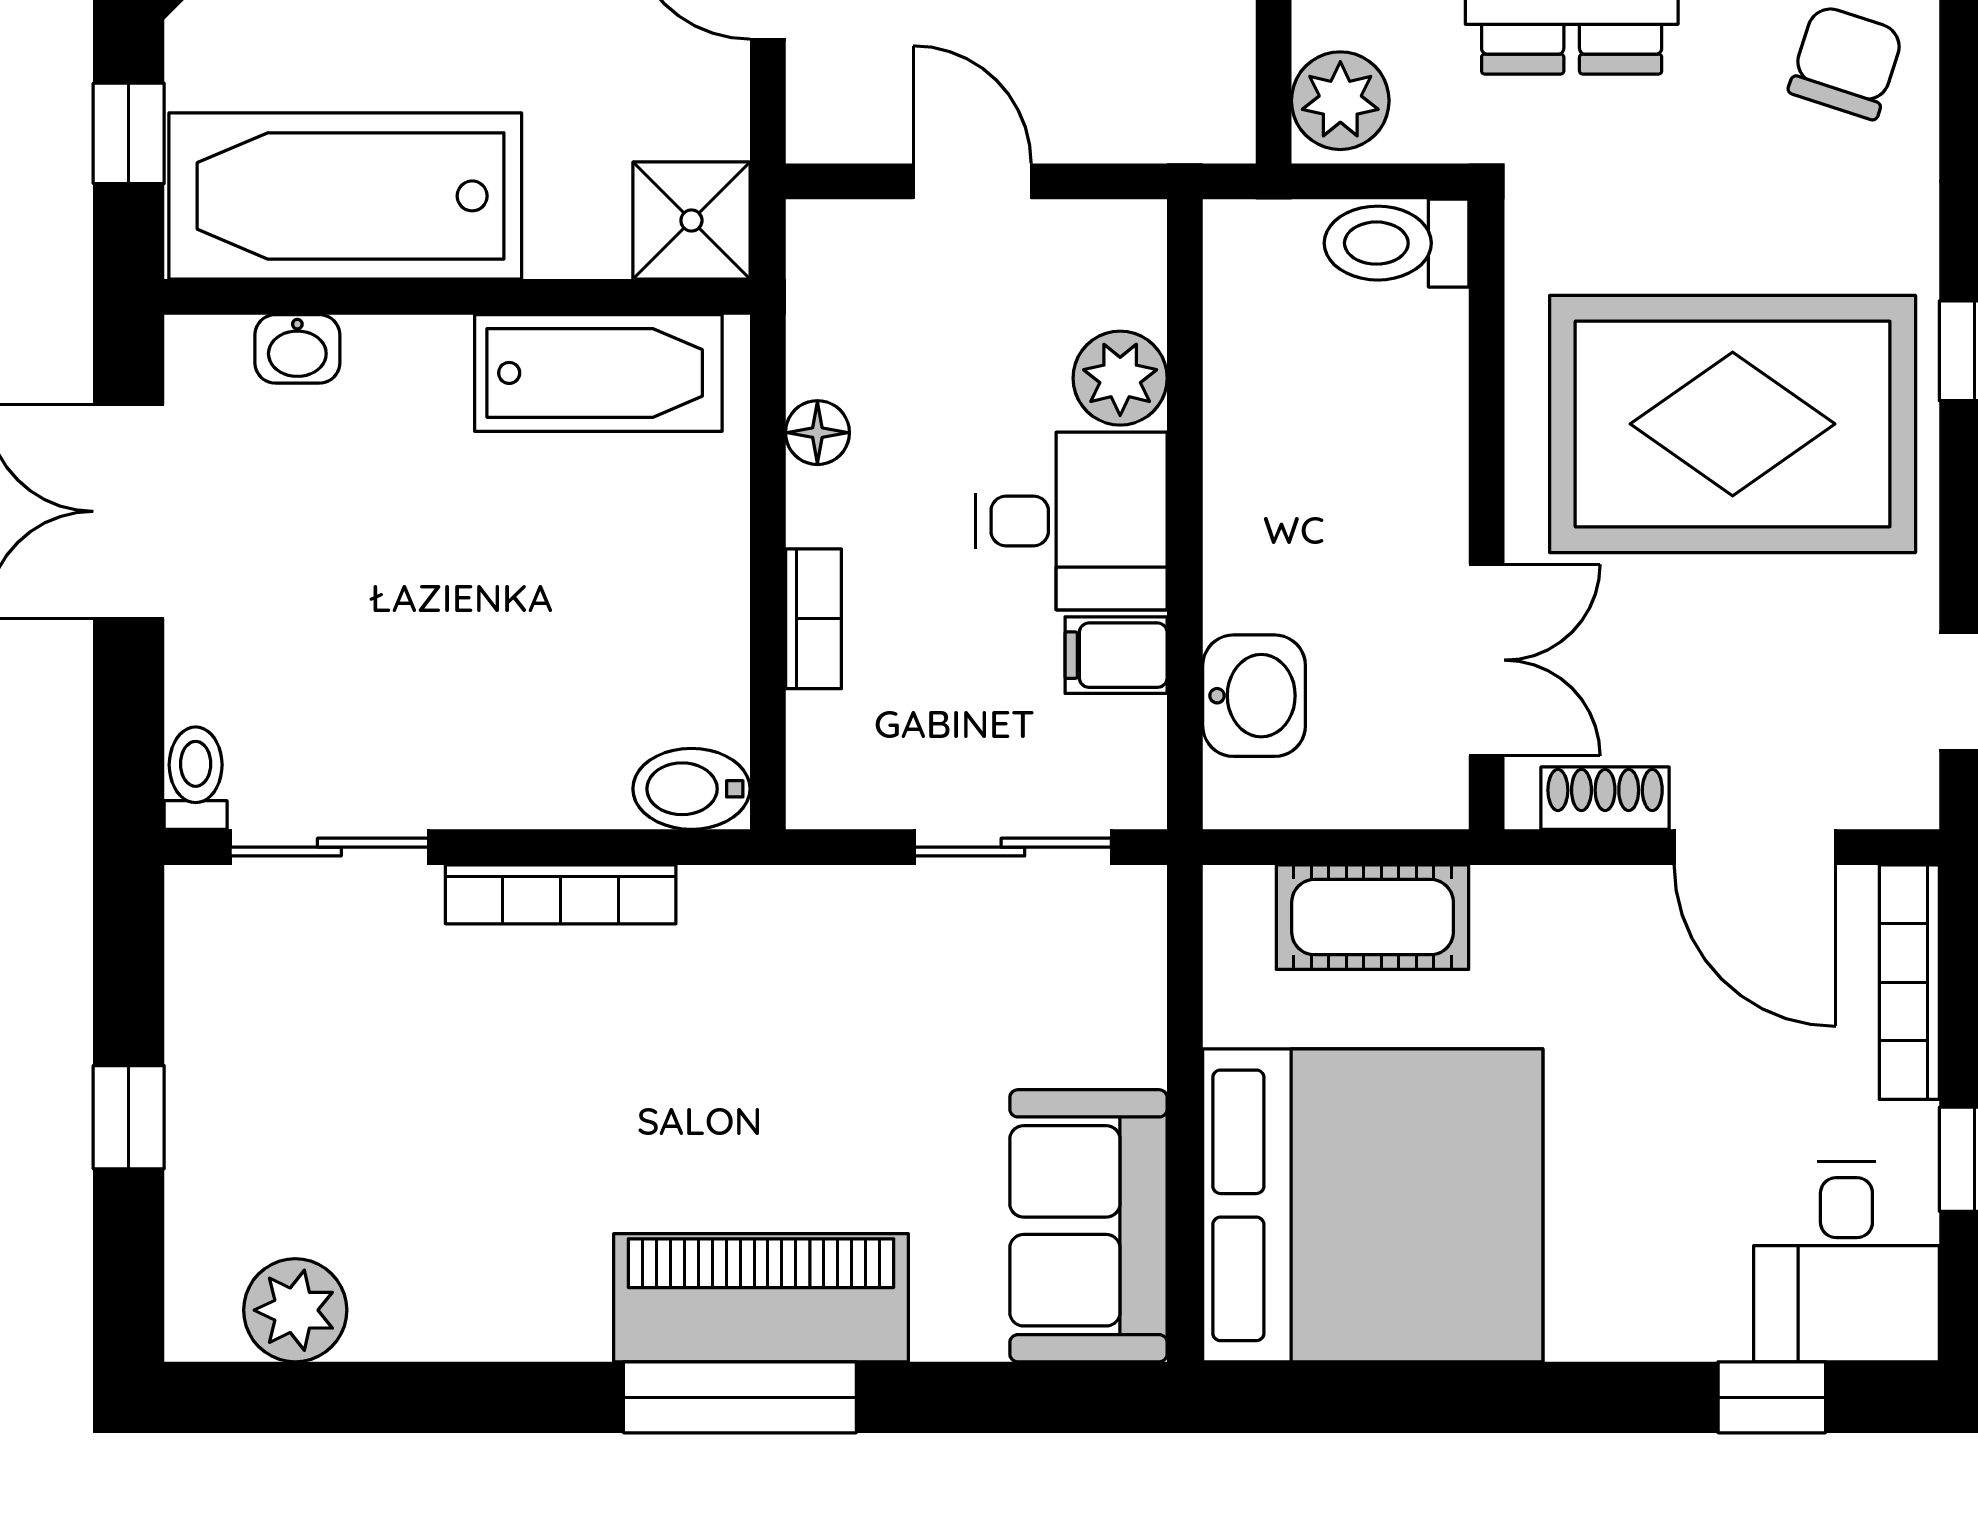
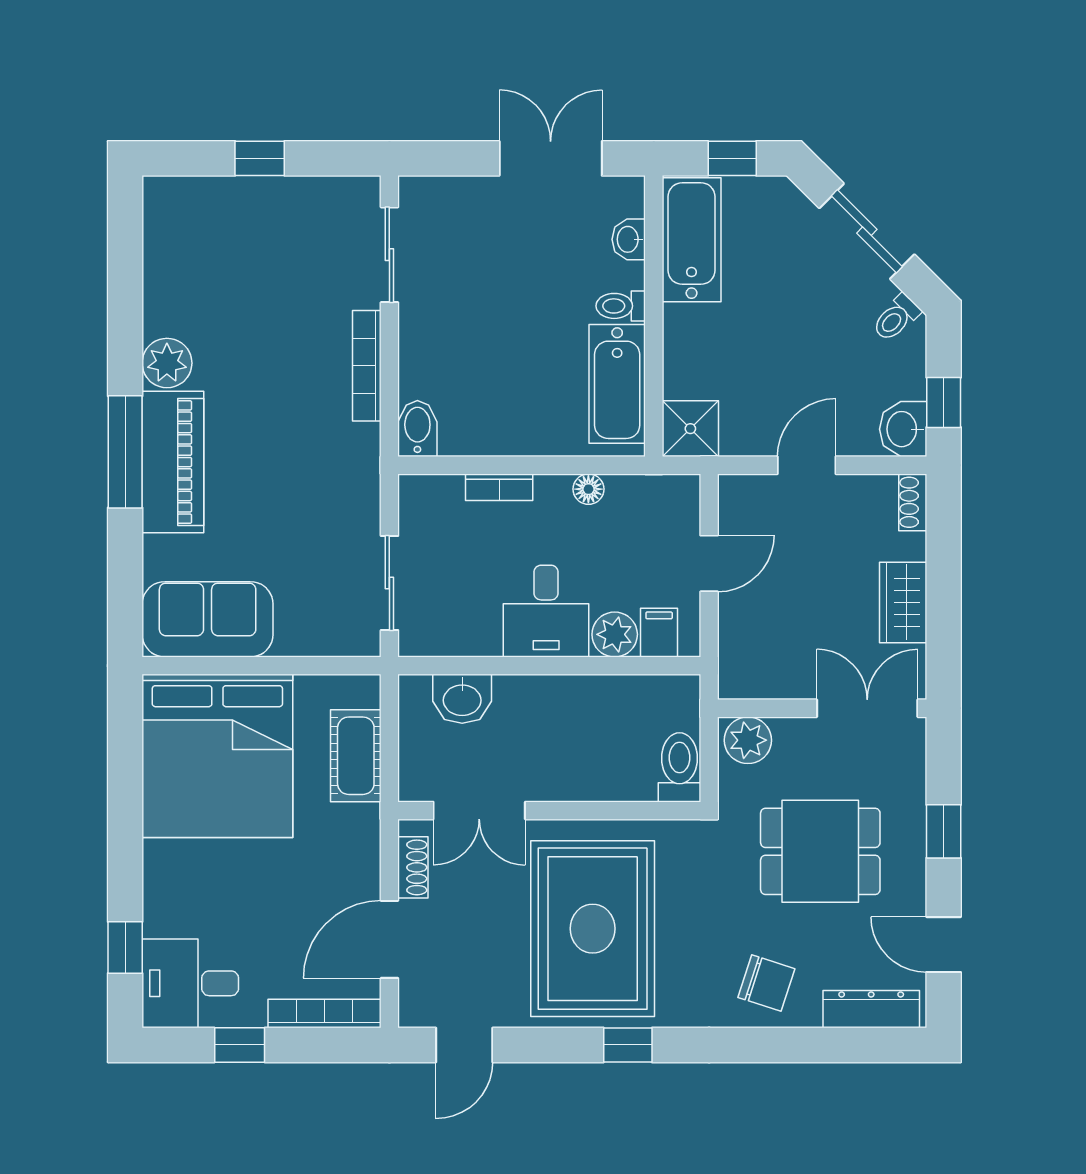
bathtub: (345, 196) -> (692, 240), width x0.73, depth x0.73
filing cabinet: (1116, 655) -> (659, 633), moved
toilet: (196, 778) -> (621, 306), moved, turned 180
plant: (295, 1310) -> (167, 363), moved

